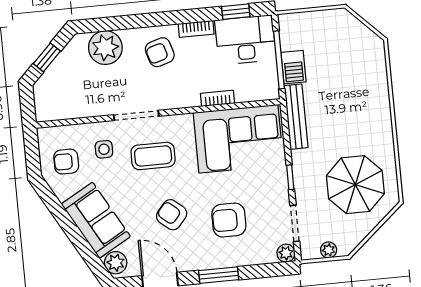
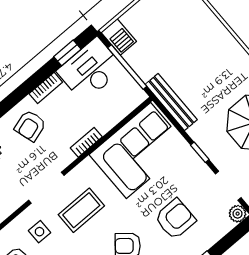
barbecue: (294, 67) -> (119, 37), moved
bookcase: (218, 98) -> (86, 142), moved
armchair: (229, 220) -> (175, 219), turned 180

